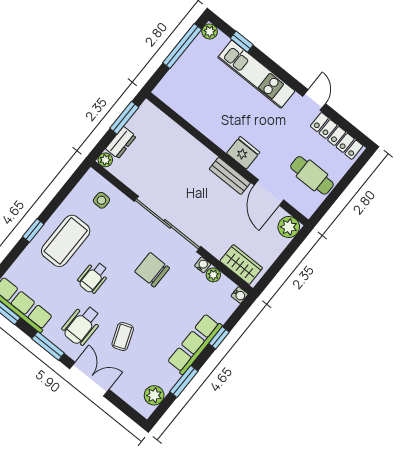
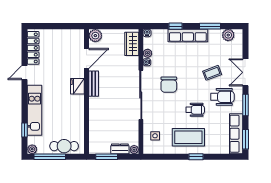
cafe table: (312, 175) -> (64, 146), moved, turned 90

